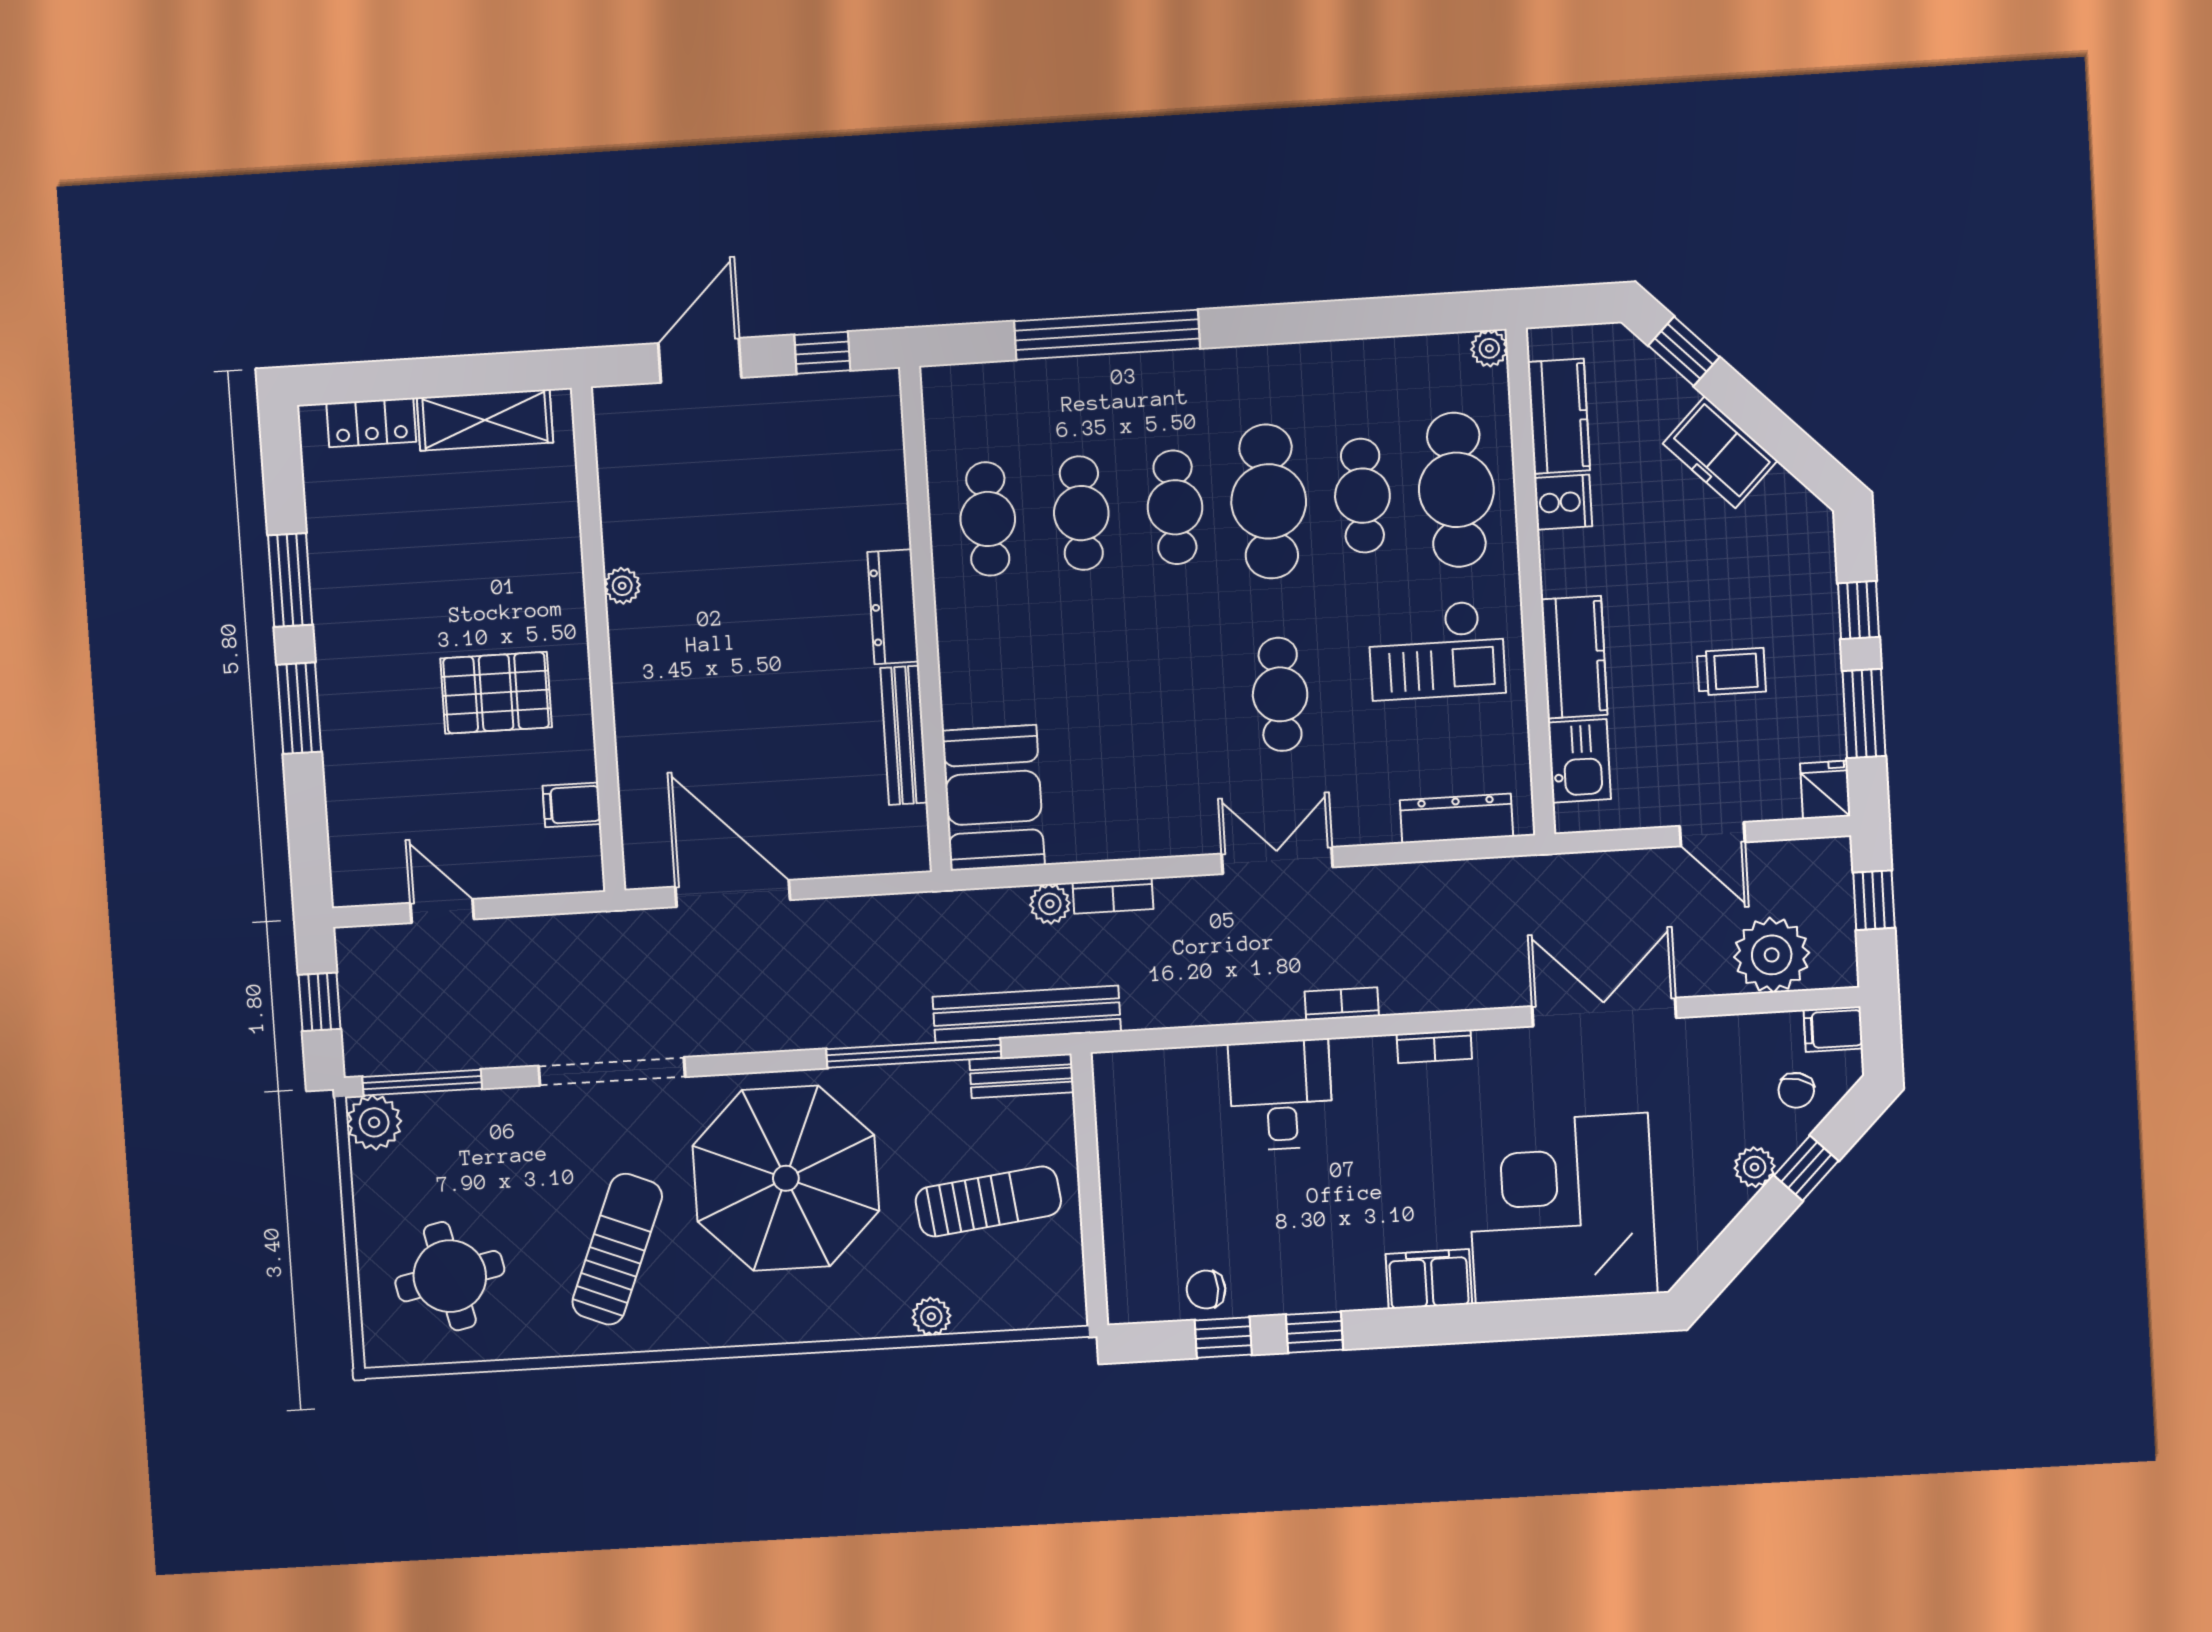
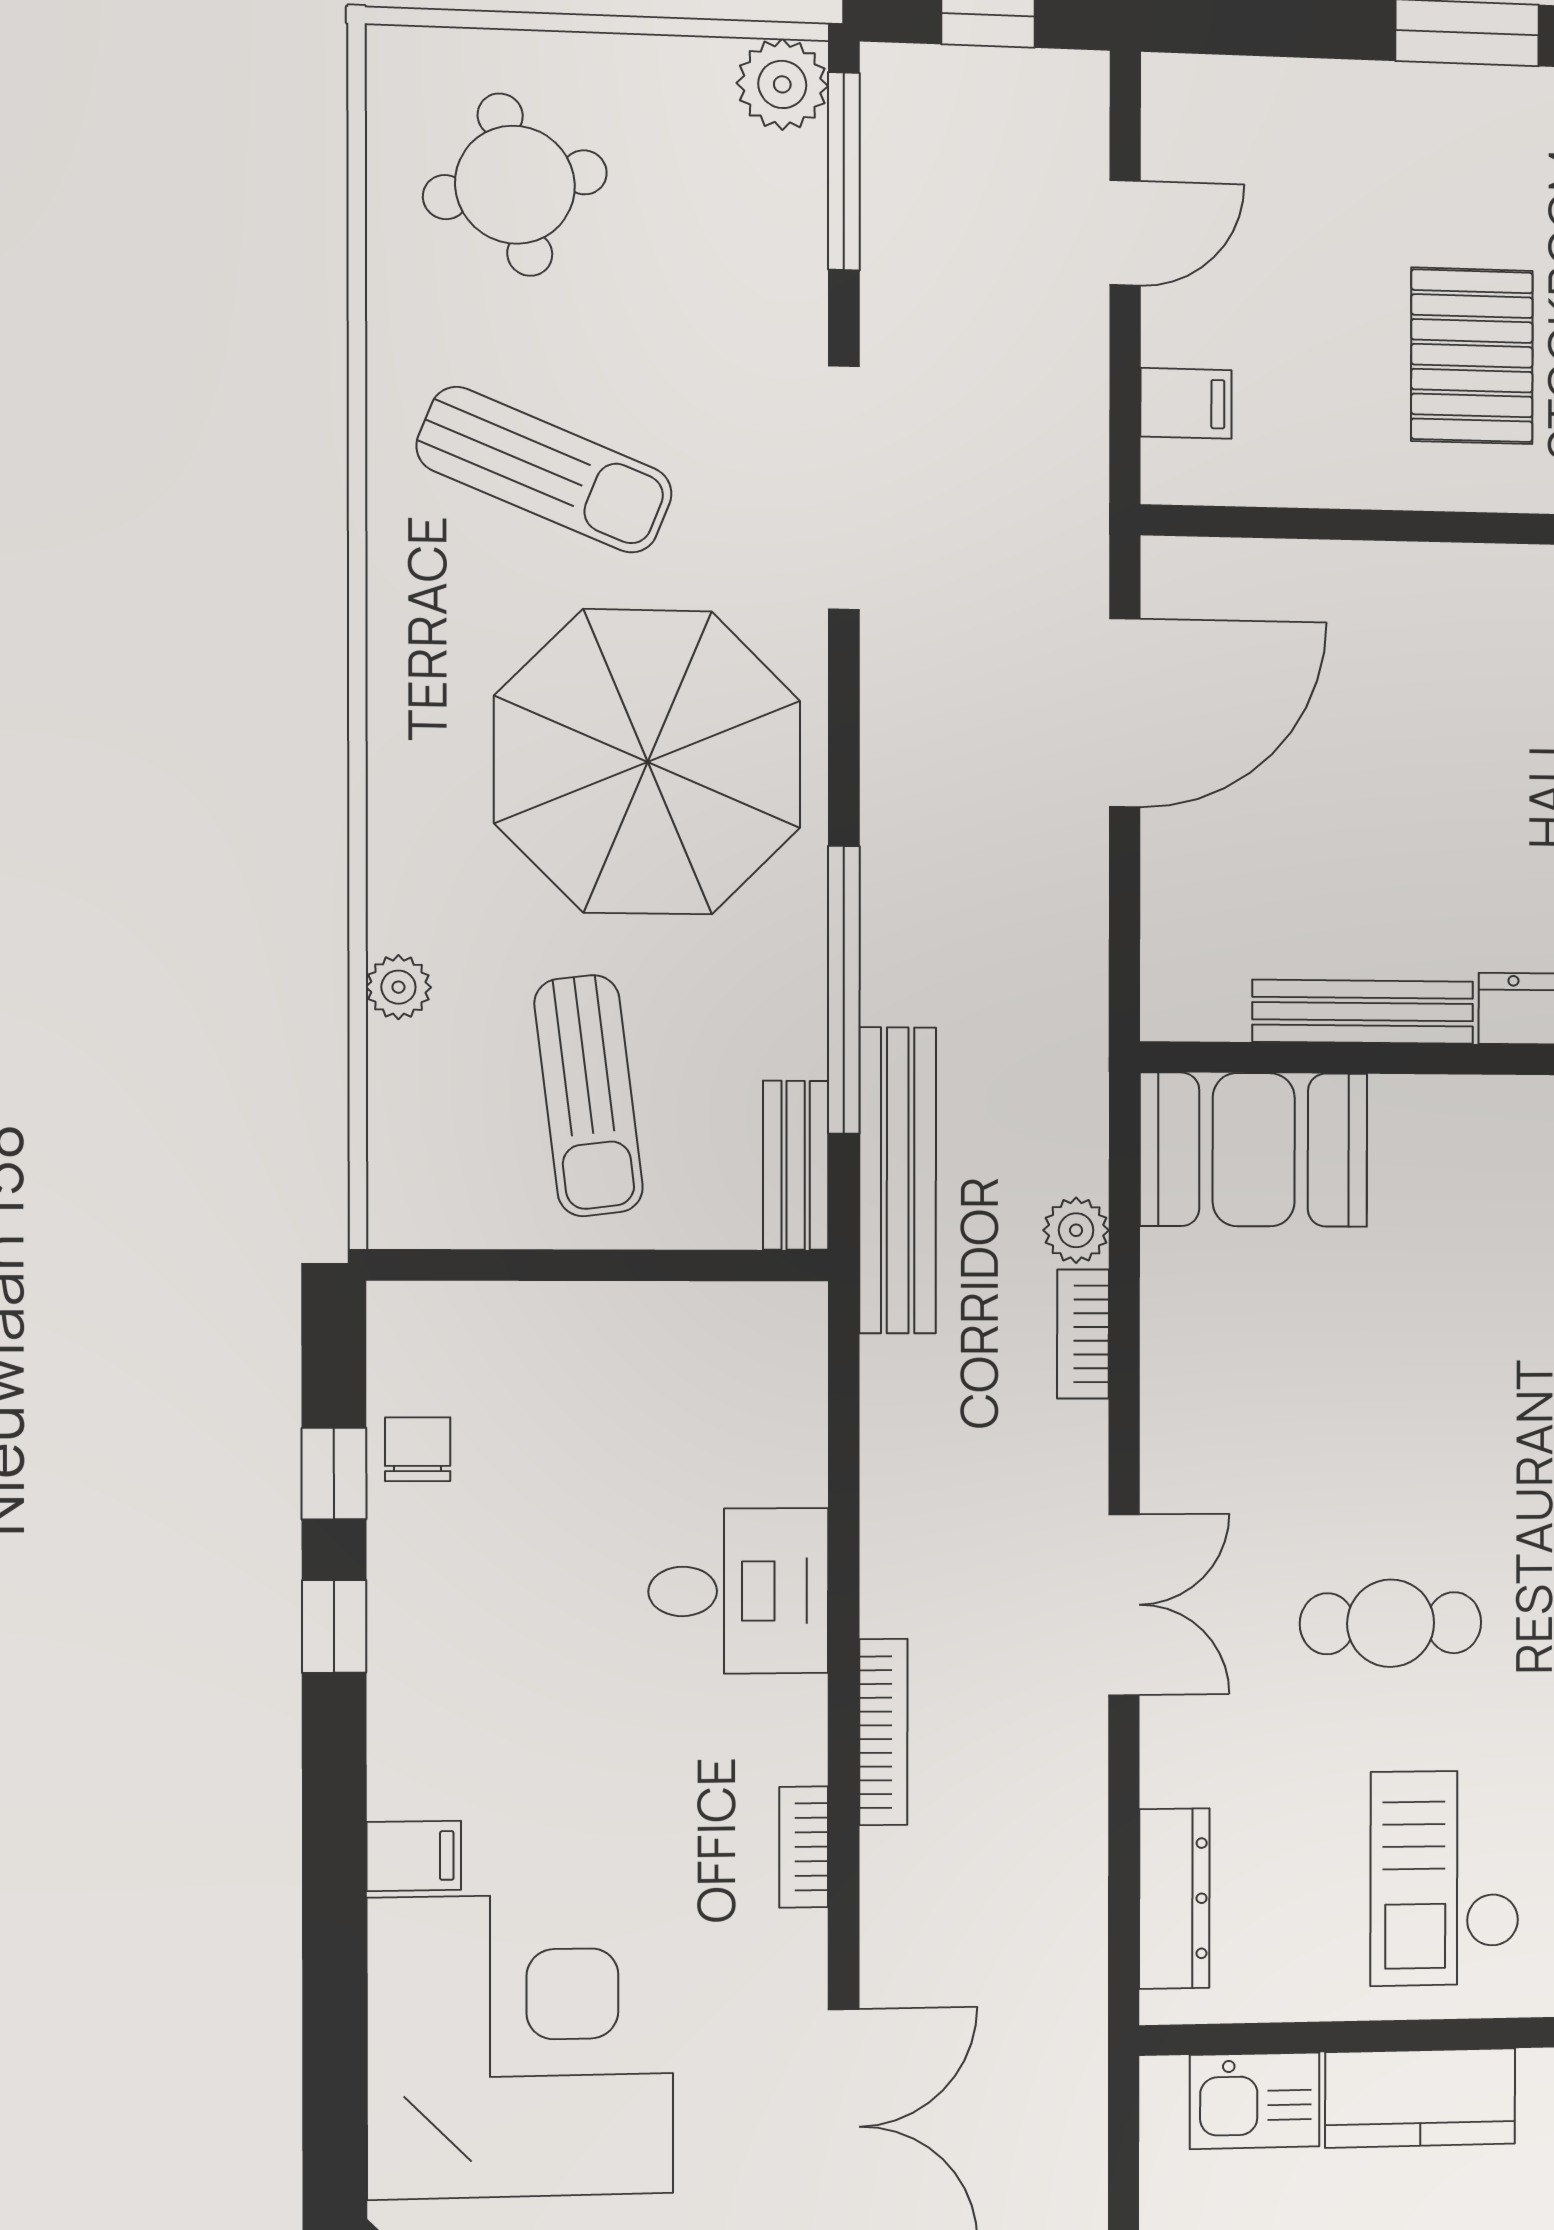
filing cabinet: (572, 805) -> (1186, 403), moved, turned 90
bookcase: (1342, 1004) -> (883, 1732), width x1.56
filing cabinet: (1429, 1279) -> (414, 1856), width x0.50

